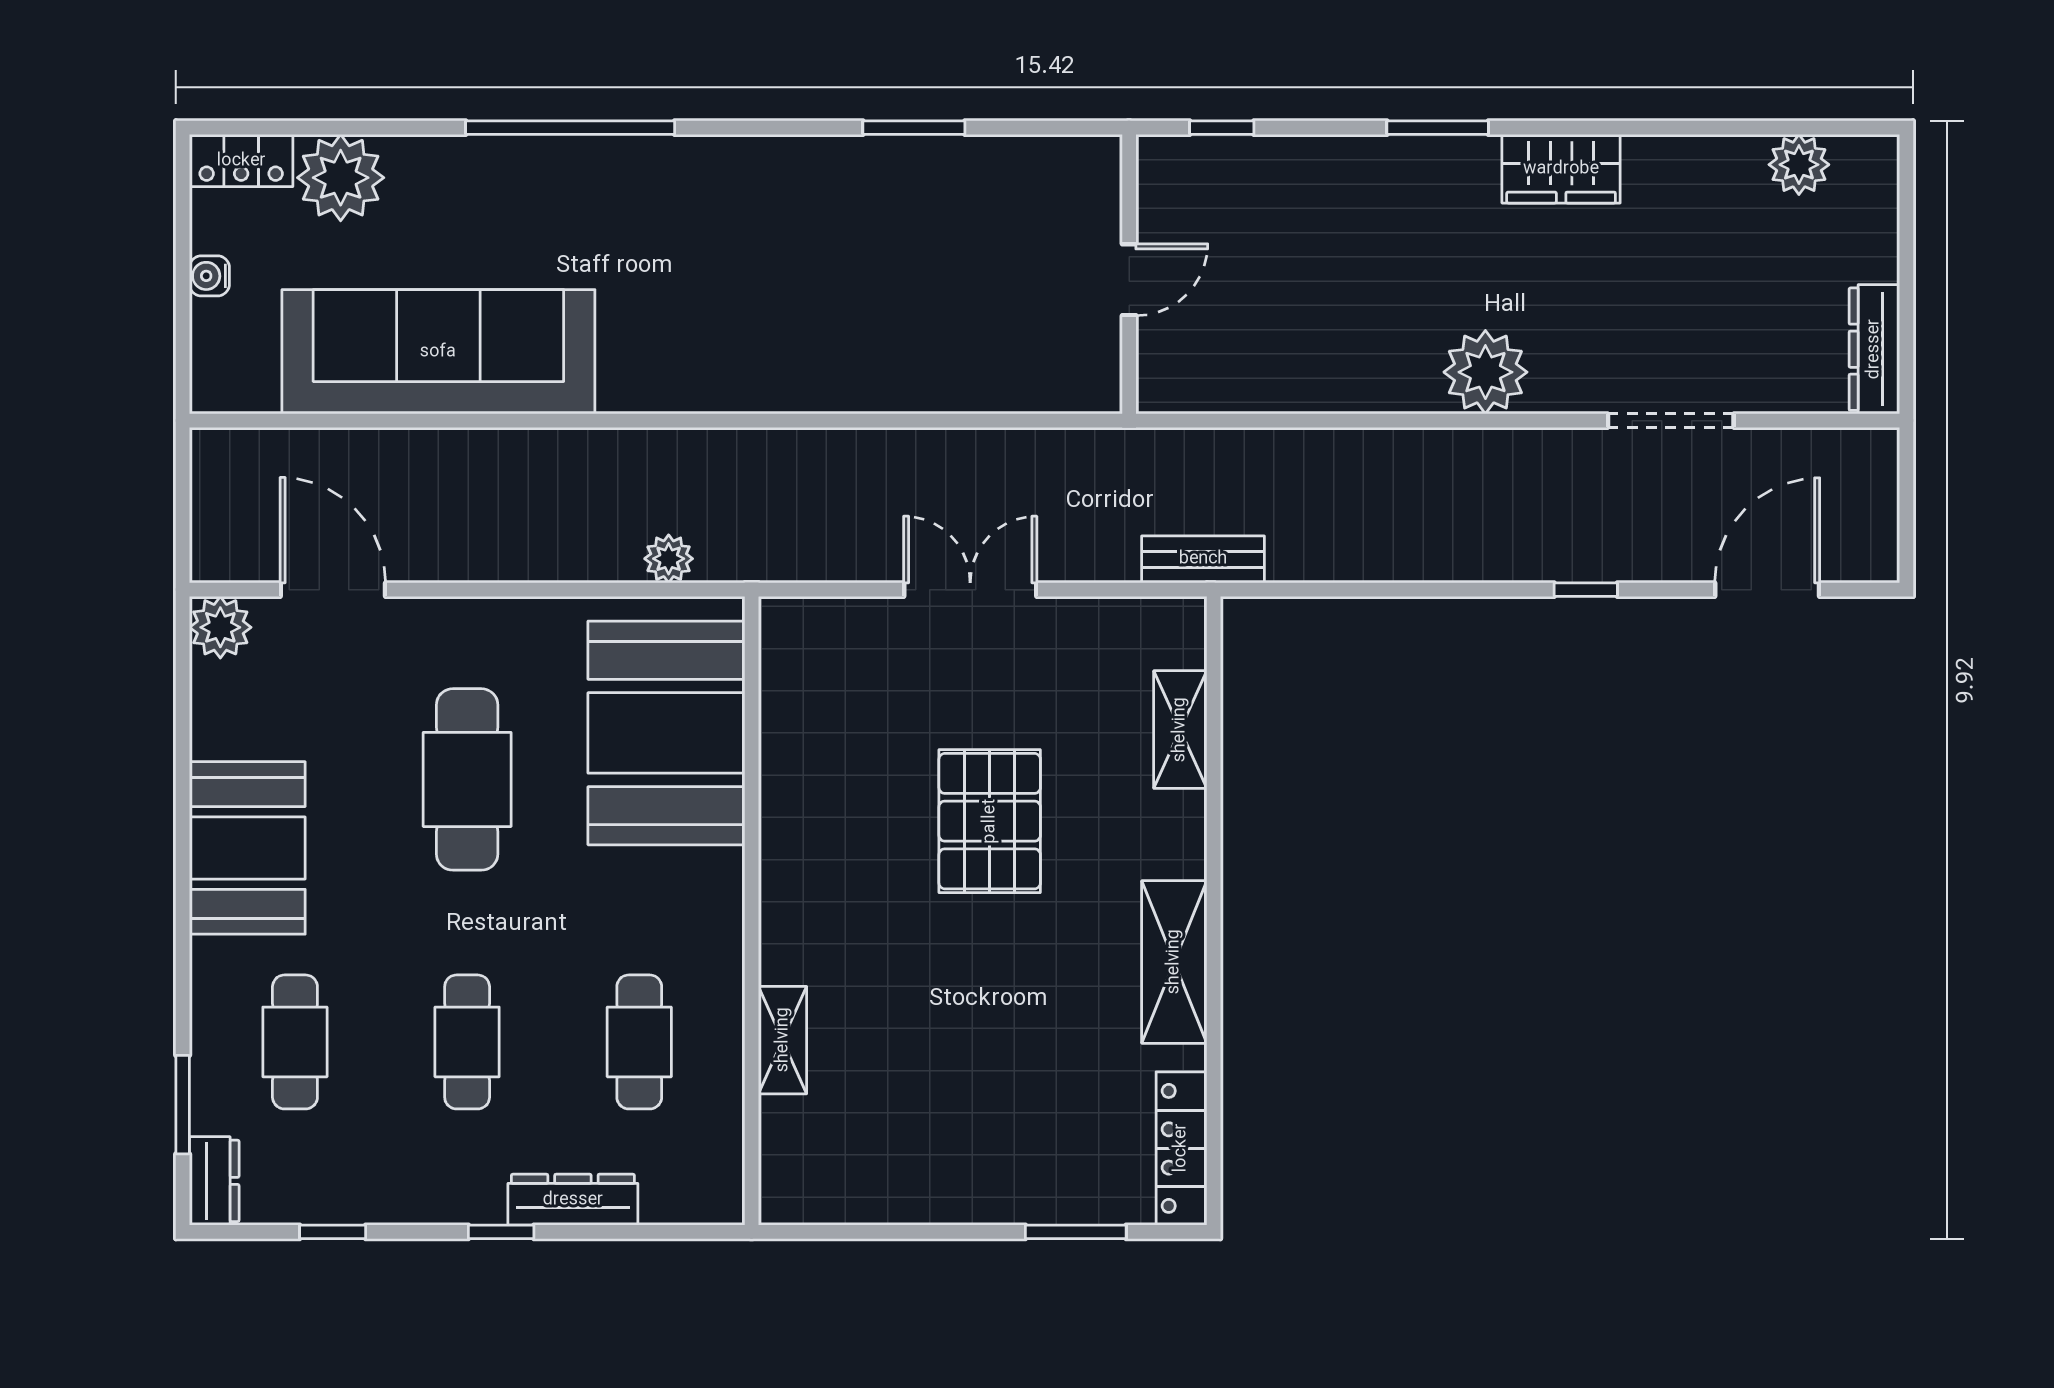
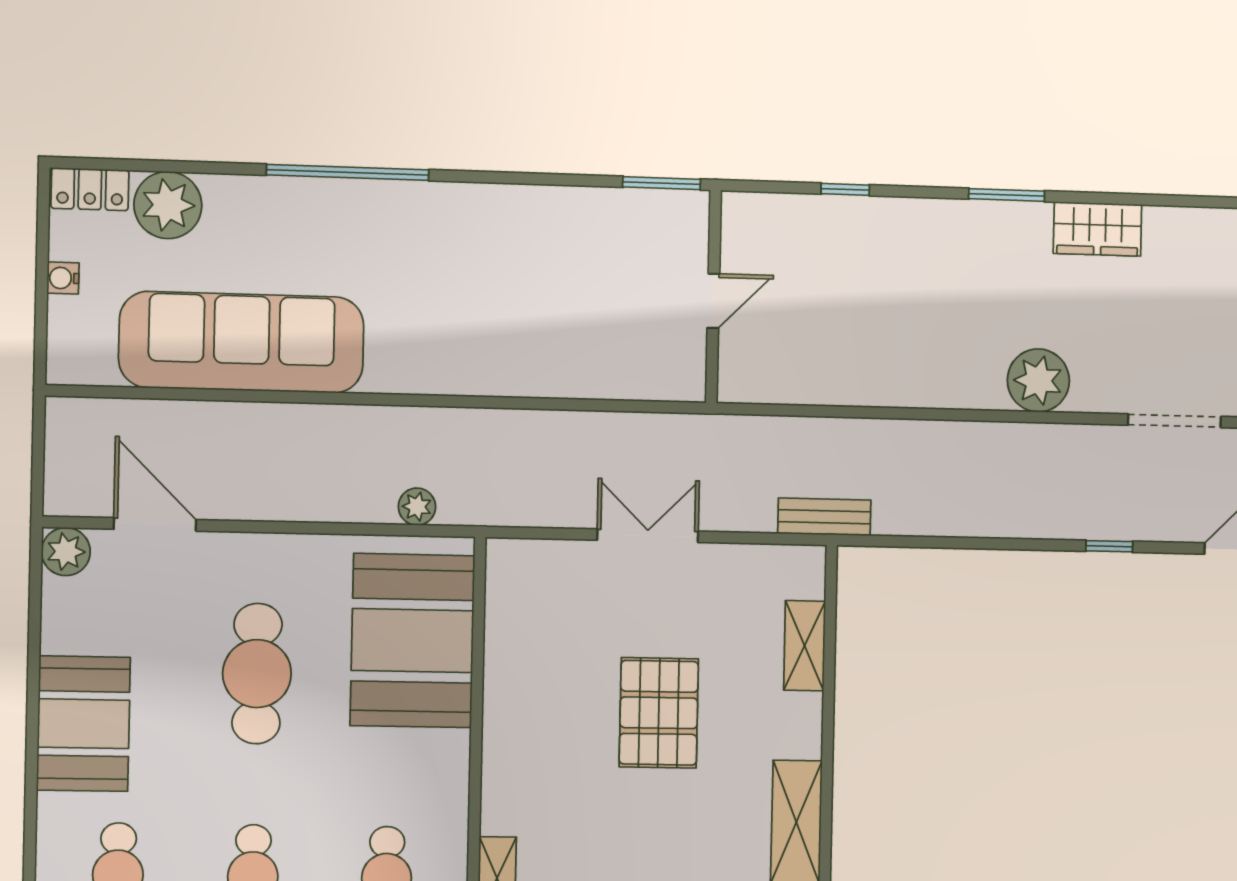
window: (914, 128) -> (662, 183), moved
wall: (1129, 274) -> (713, 297), moved
door: (1129, 280) -> (713, 301), moved

